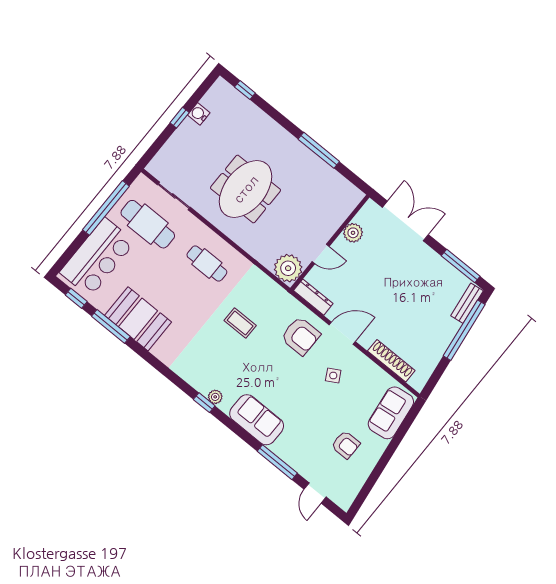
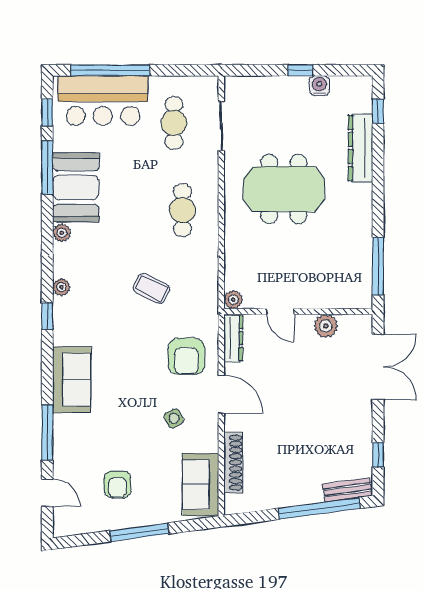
dresser: (259, 120) -> (360, 148), added
window: (319, 150) -> (378, 266), moved
window: (106, 208) -> (110, 70), moved
cafe table: (148, 224) -> (174, 123), width x0.73, depth x0.74
window: (461, 266) -> (378, 455), width x0.46
plant: (288, 268) -> (233, 300), width x0.53, depth x0.53
coffee table: (240, 323) -> (151, 288), turned -63
plant: (159, 351) -> (62, 233), added
plant: (215, 397) -> (61, 287), moved
sofa: (391, 413) -> (201, 485), moved, turned -82
window: (387, 455) -> (139, 532), added
door: (315, 493) -> (47, 493), swing flipped

